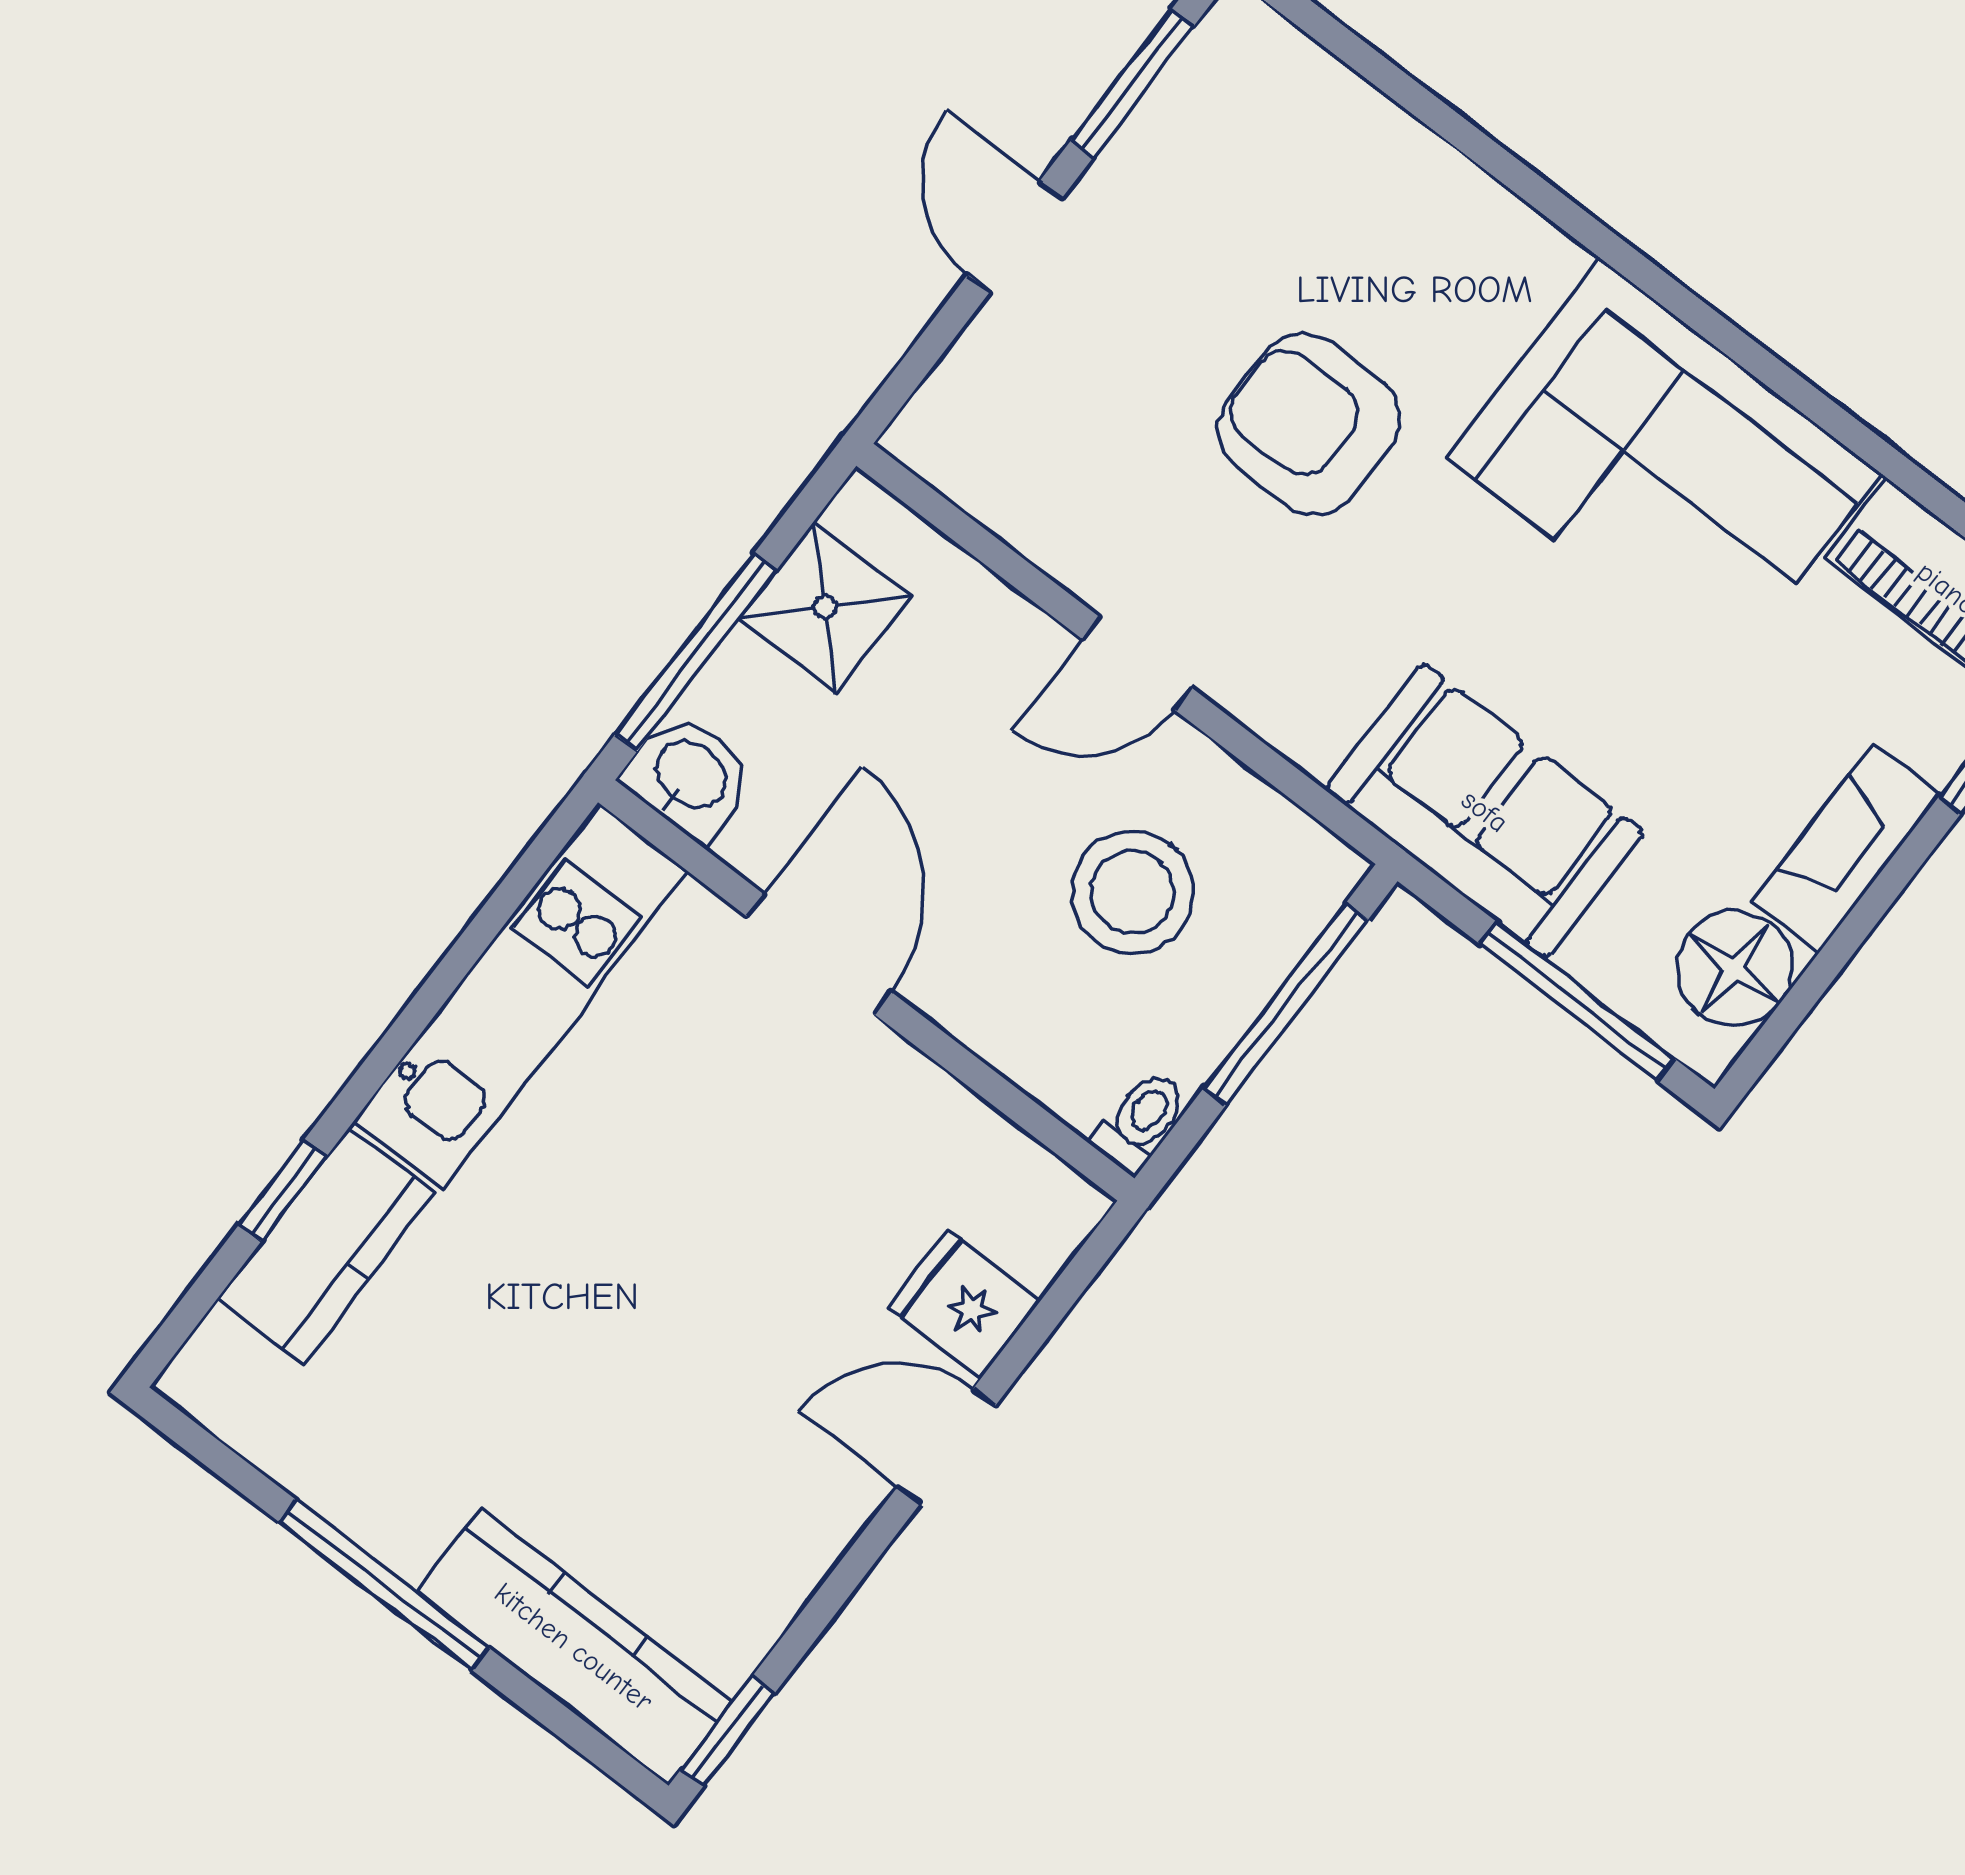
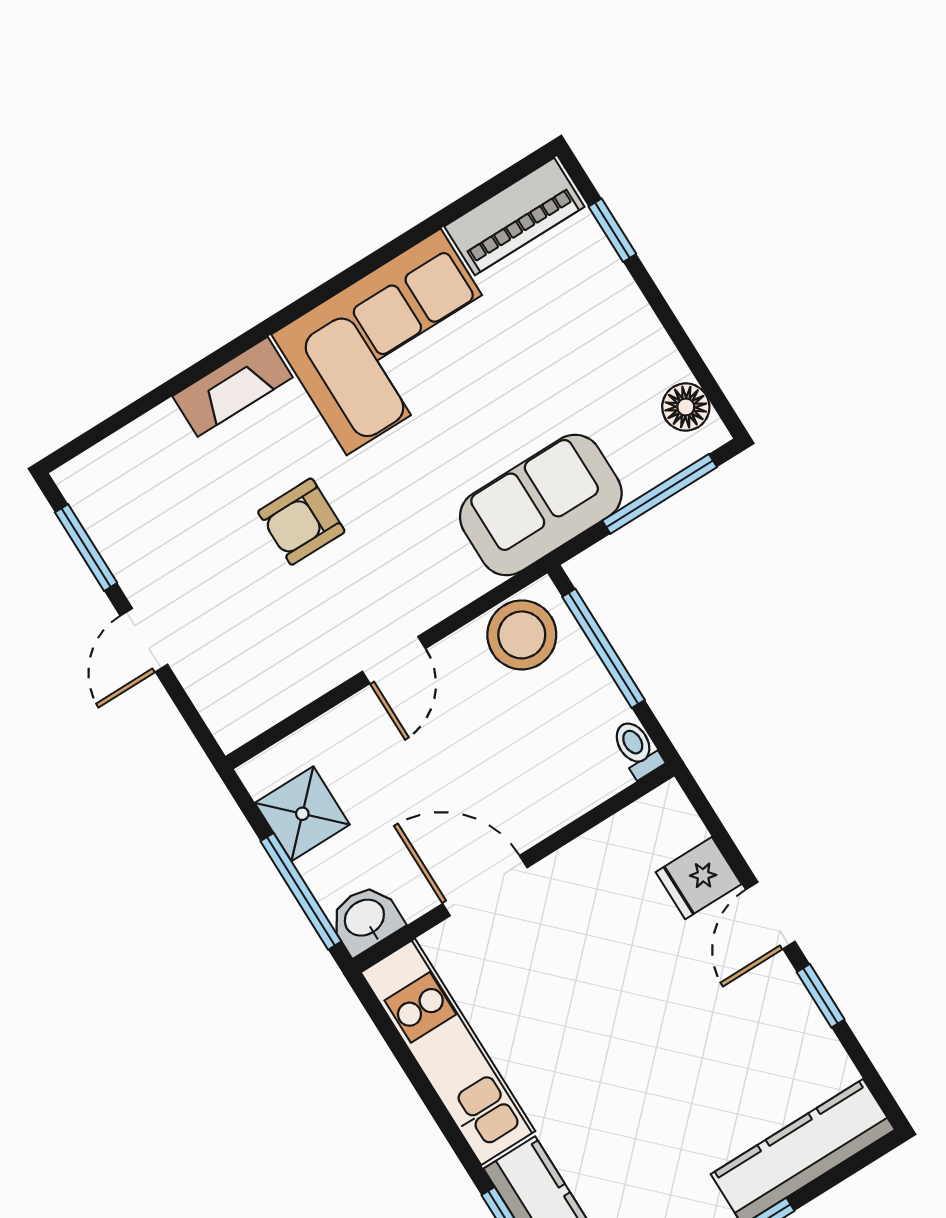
door: (1015, 236) -> (144, 640), hinge flipped
armchair: (1309, 424) -> (301, 522), width x0.72, depth x0.72
fireplace: (1846, 847) -> (233, 387), moved, turned -90
stool: (1132, 892) -> (522, 635), moved
floor lamp: (1734, 969) -> (686, 407), width x0.73, depth x0.73
window: (728, 1731) -> (821, 996), moved

